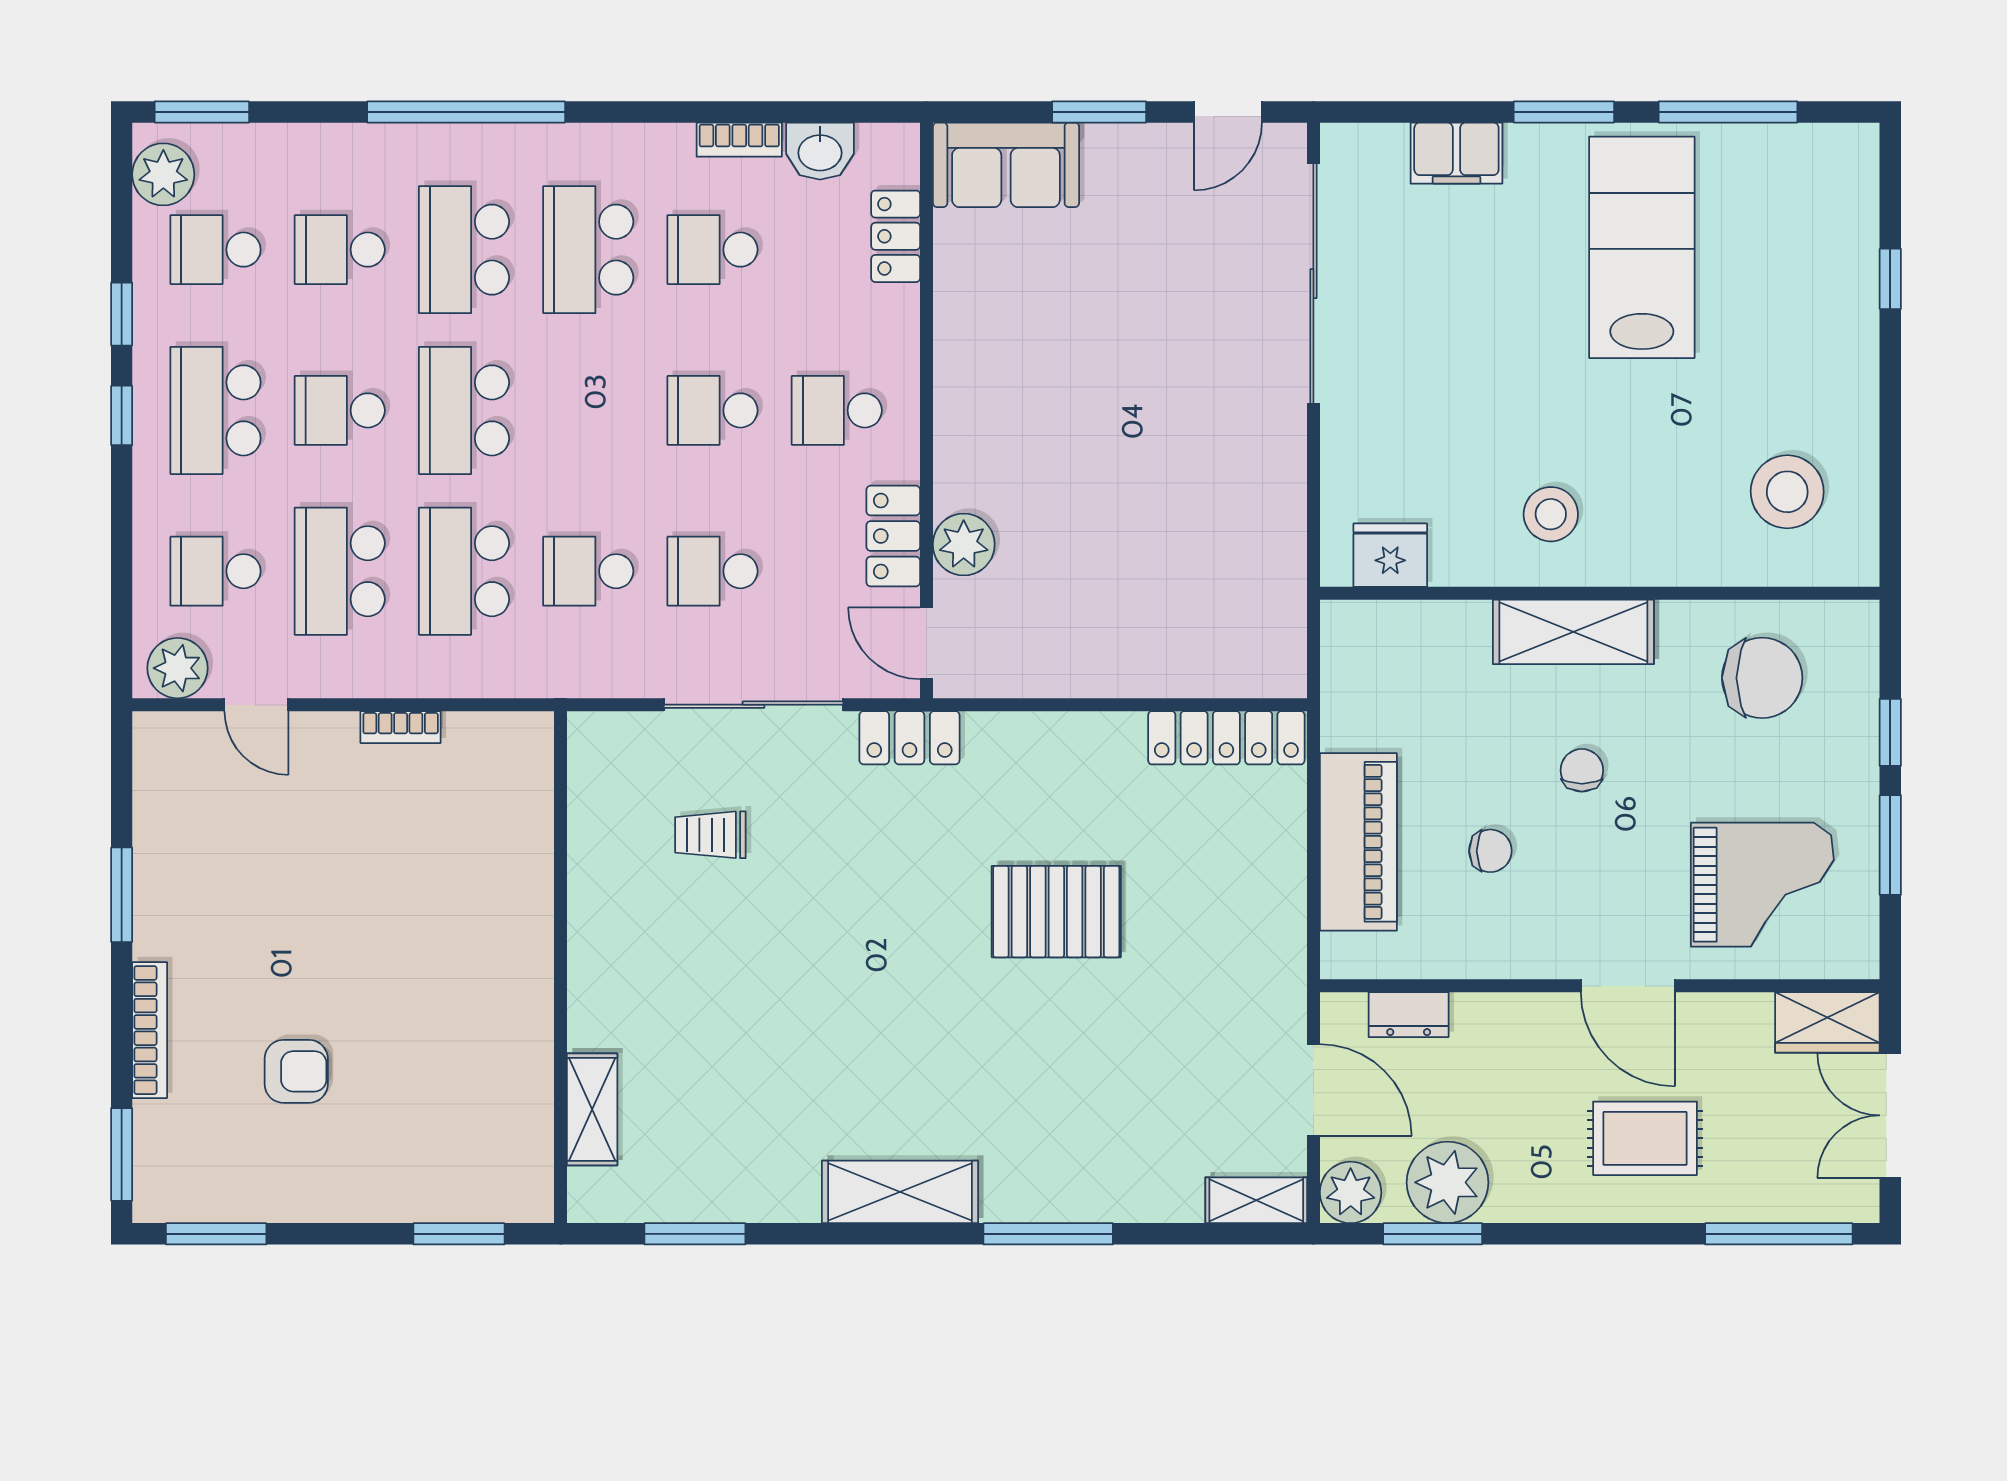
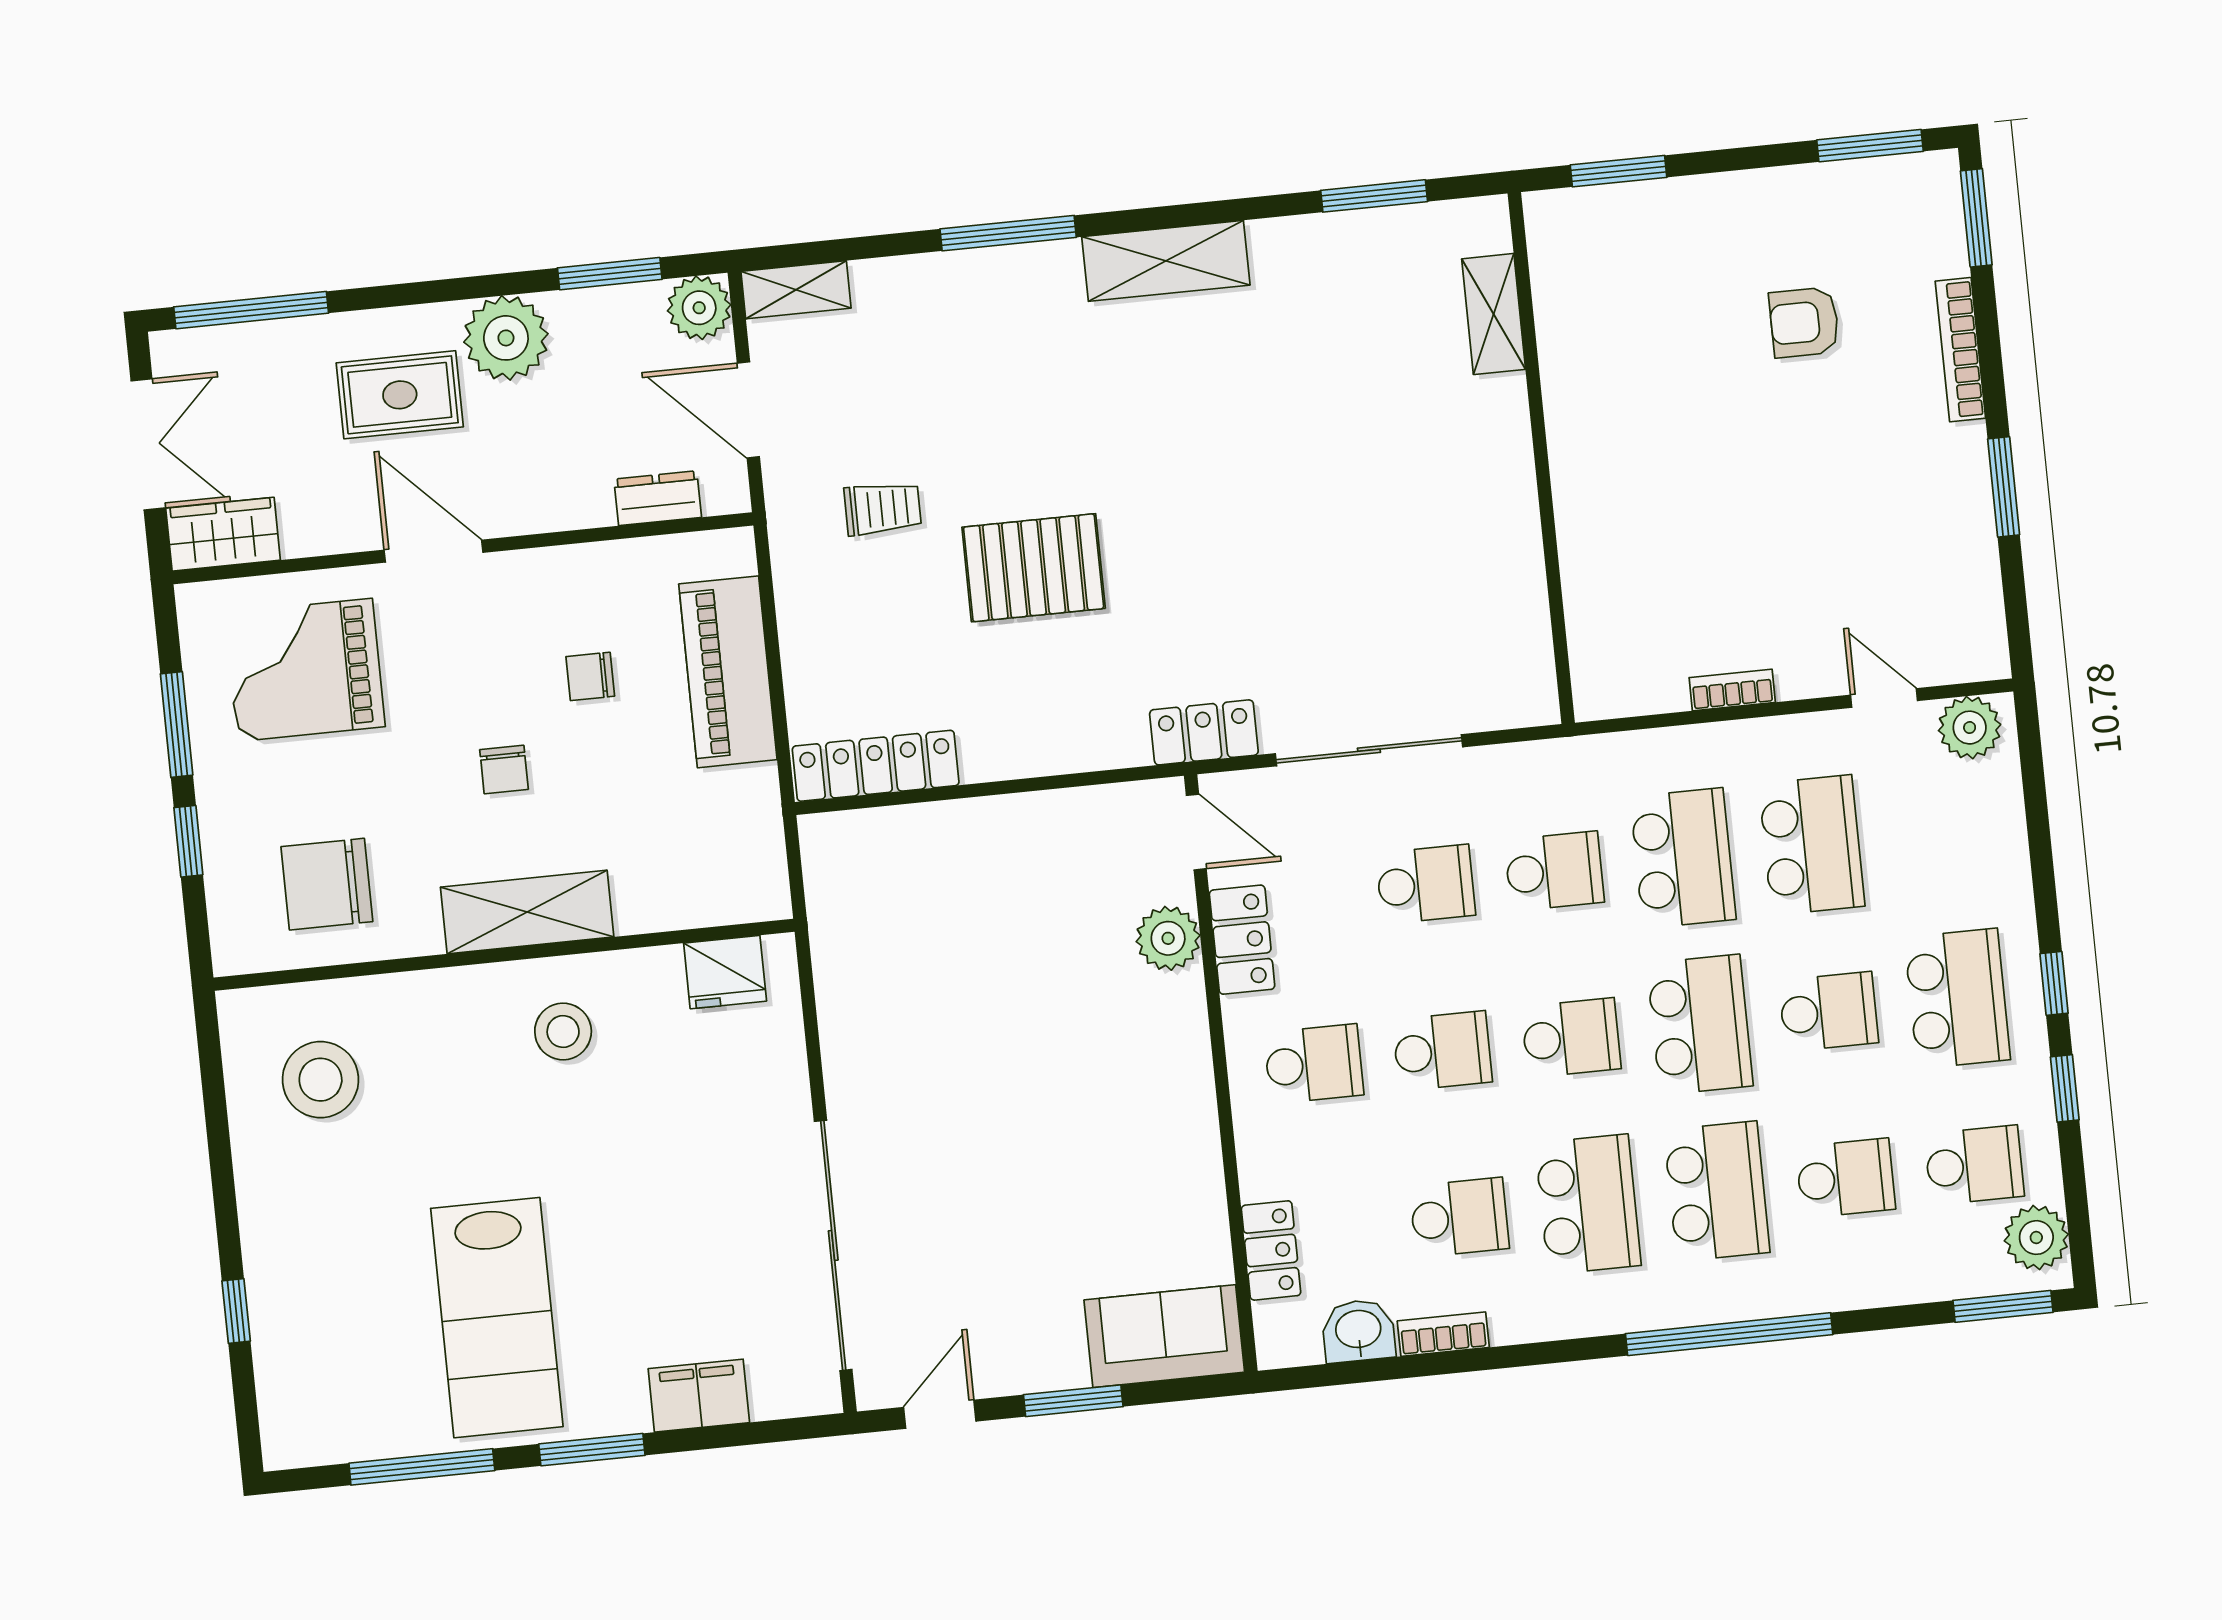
school desk: (216, 571) -> (1571, 1038), moved
trolley: (710, 835) -> (883, 508), moved
plant: (1447, 1182) -> (506, 338), moved

